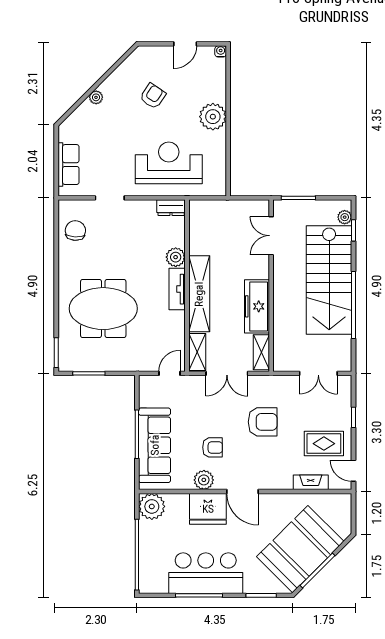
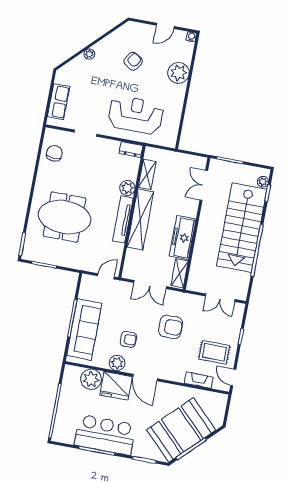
plant: (213, 117) -> (179, 73), moved
tv unit: (177, 289) -> (123, 219), width x1.41
shelving: (197, 352) -> (147, 175), moved
plant: (152, 506) -> (91, 379), moved

